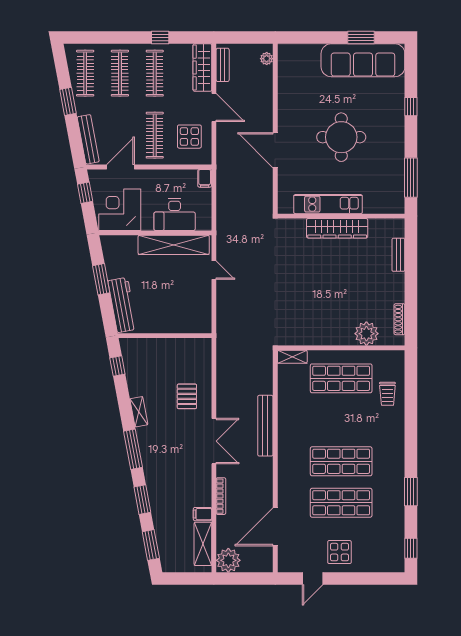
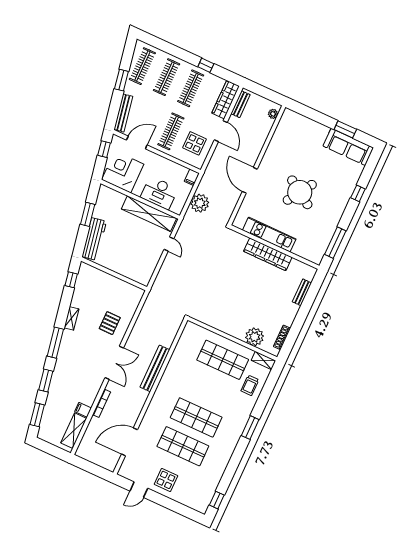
sofa: (363, 60) -> (348, 147), width x0.74, depth x0.79
round table: (341, 137) -> (300, 192), turned 33
shelving: (292, 357) -> (263, 360), moved
window: (411, 492) -> (250, 428), moved
plant: (228, 560) -> (200, 203), moved

